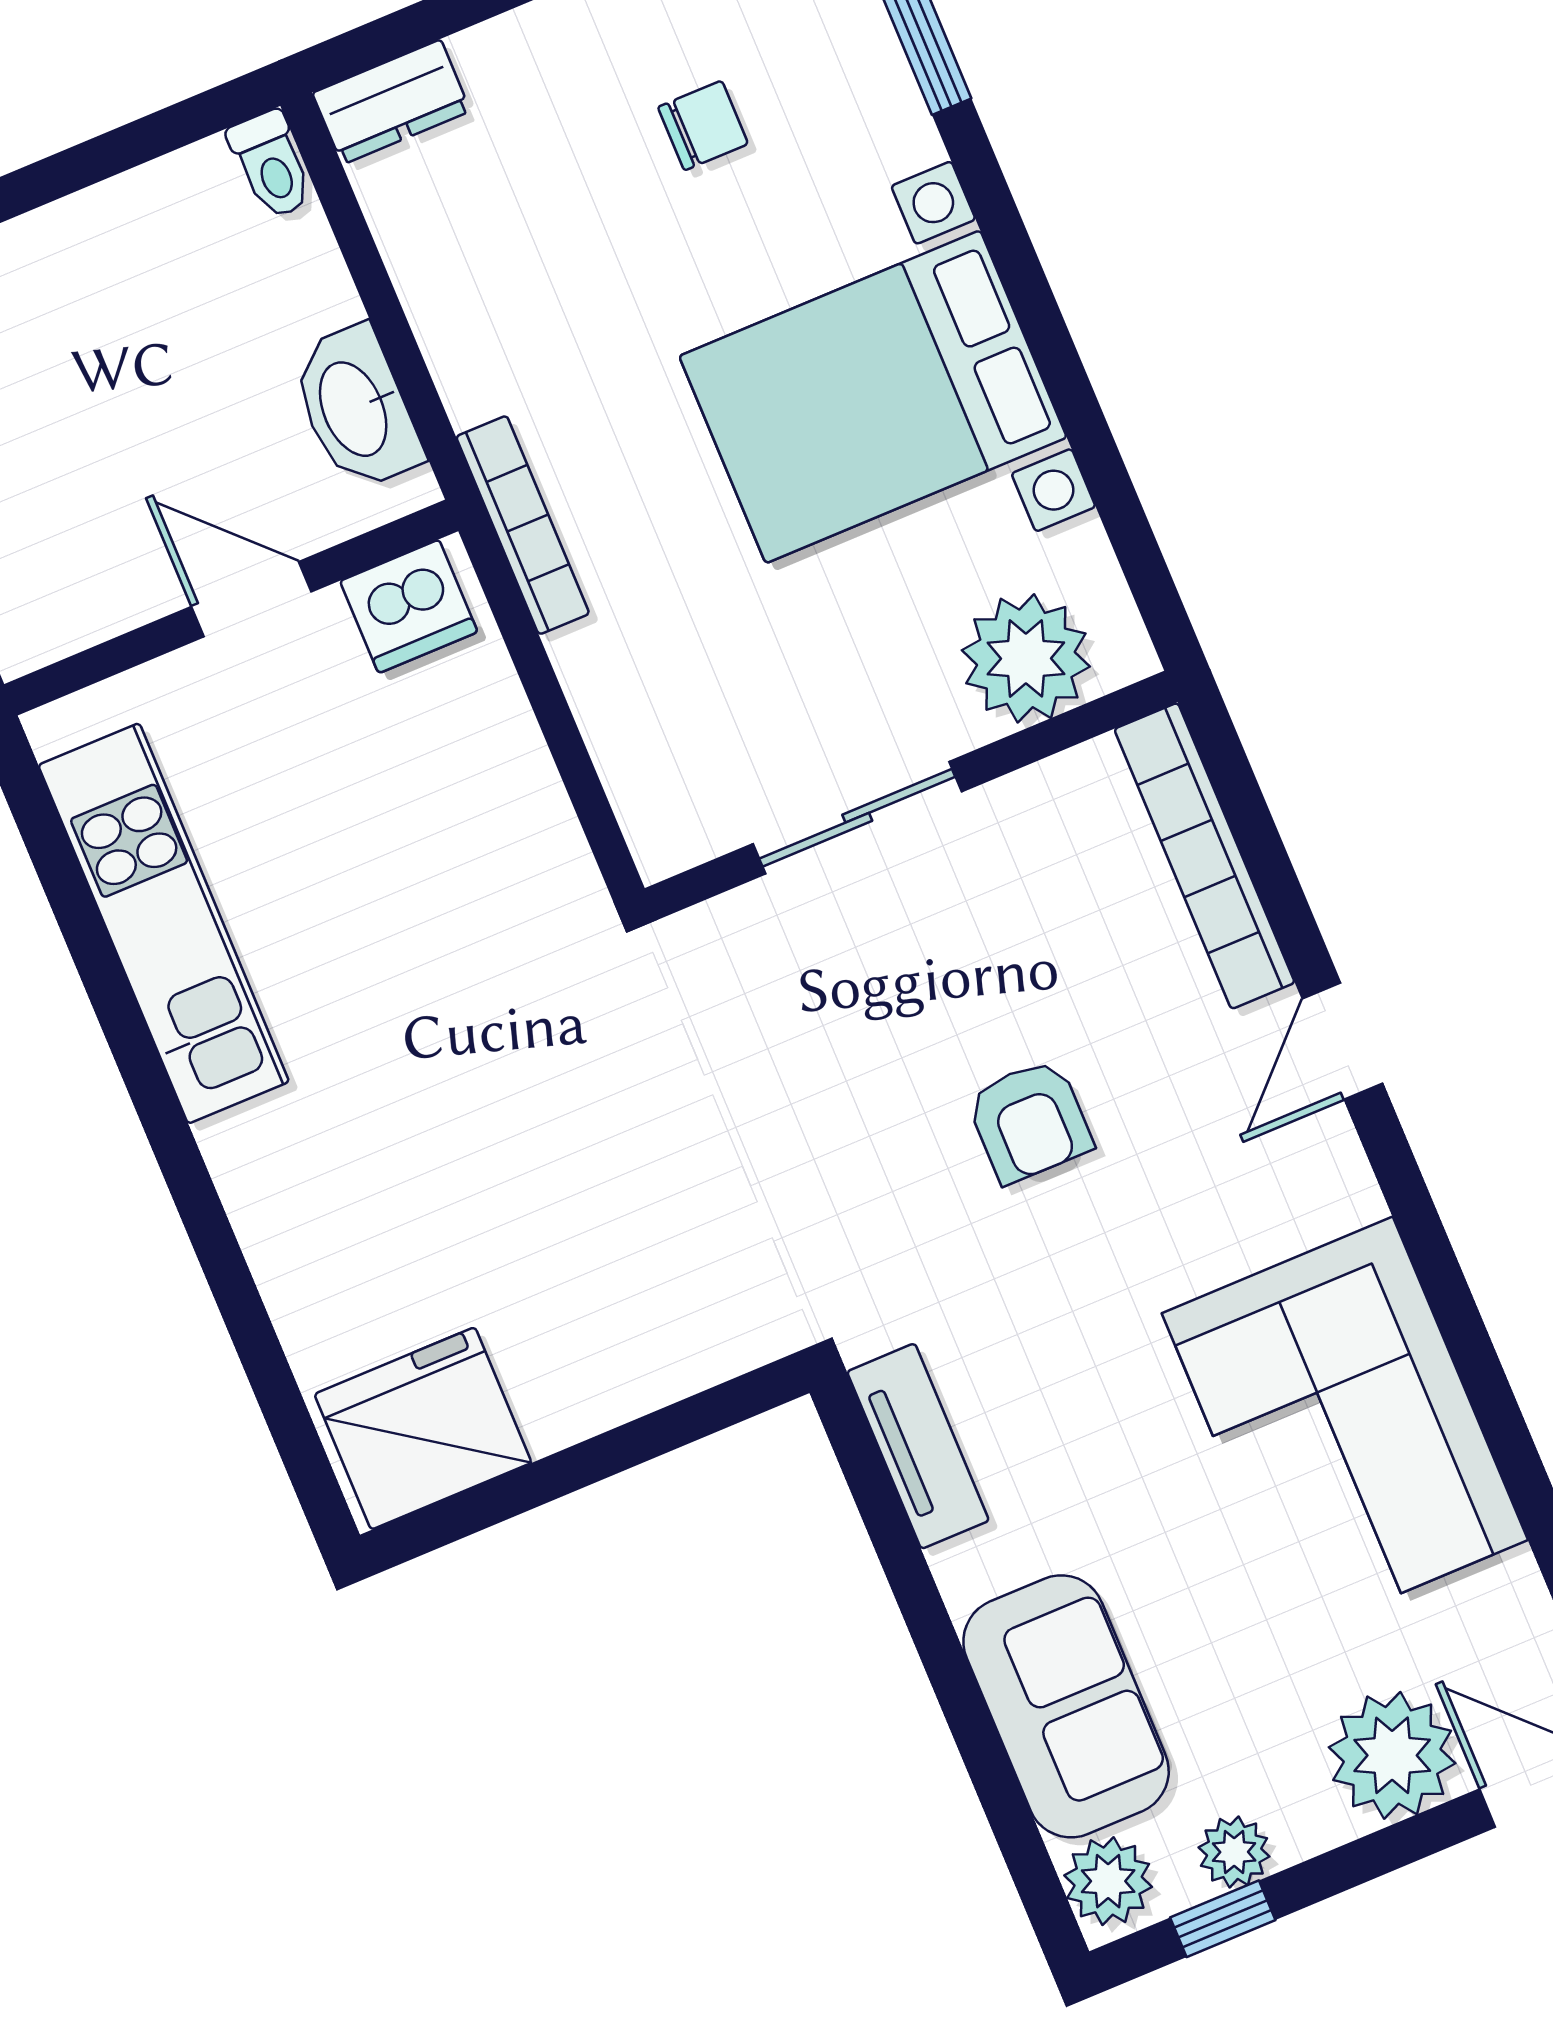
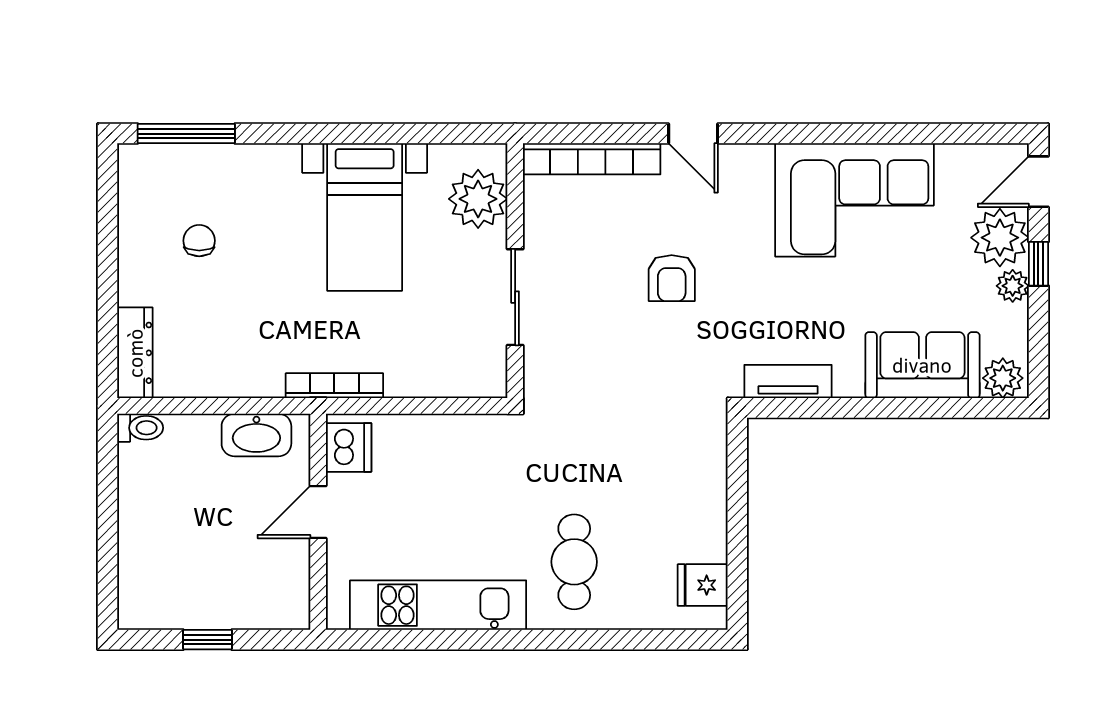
dresser: (391, 102) -> (135, 353), width x1.44
bed with nightstands: (873, 397) -> (365, 217), width x0.73
armchair: (1030, 1121) -> (672, 278), turned 90
cafe table: (368, 1164) -> (574, 562), added
fridge: (423, 1428) -> (703, 585), width x0.53, depth x0.75
plant: (1234, 1852) -> (1013, 286), moved
window: (1223, 1919) -> (1038, 264), moved

